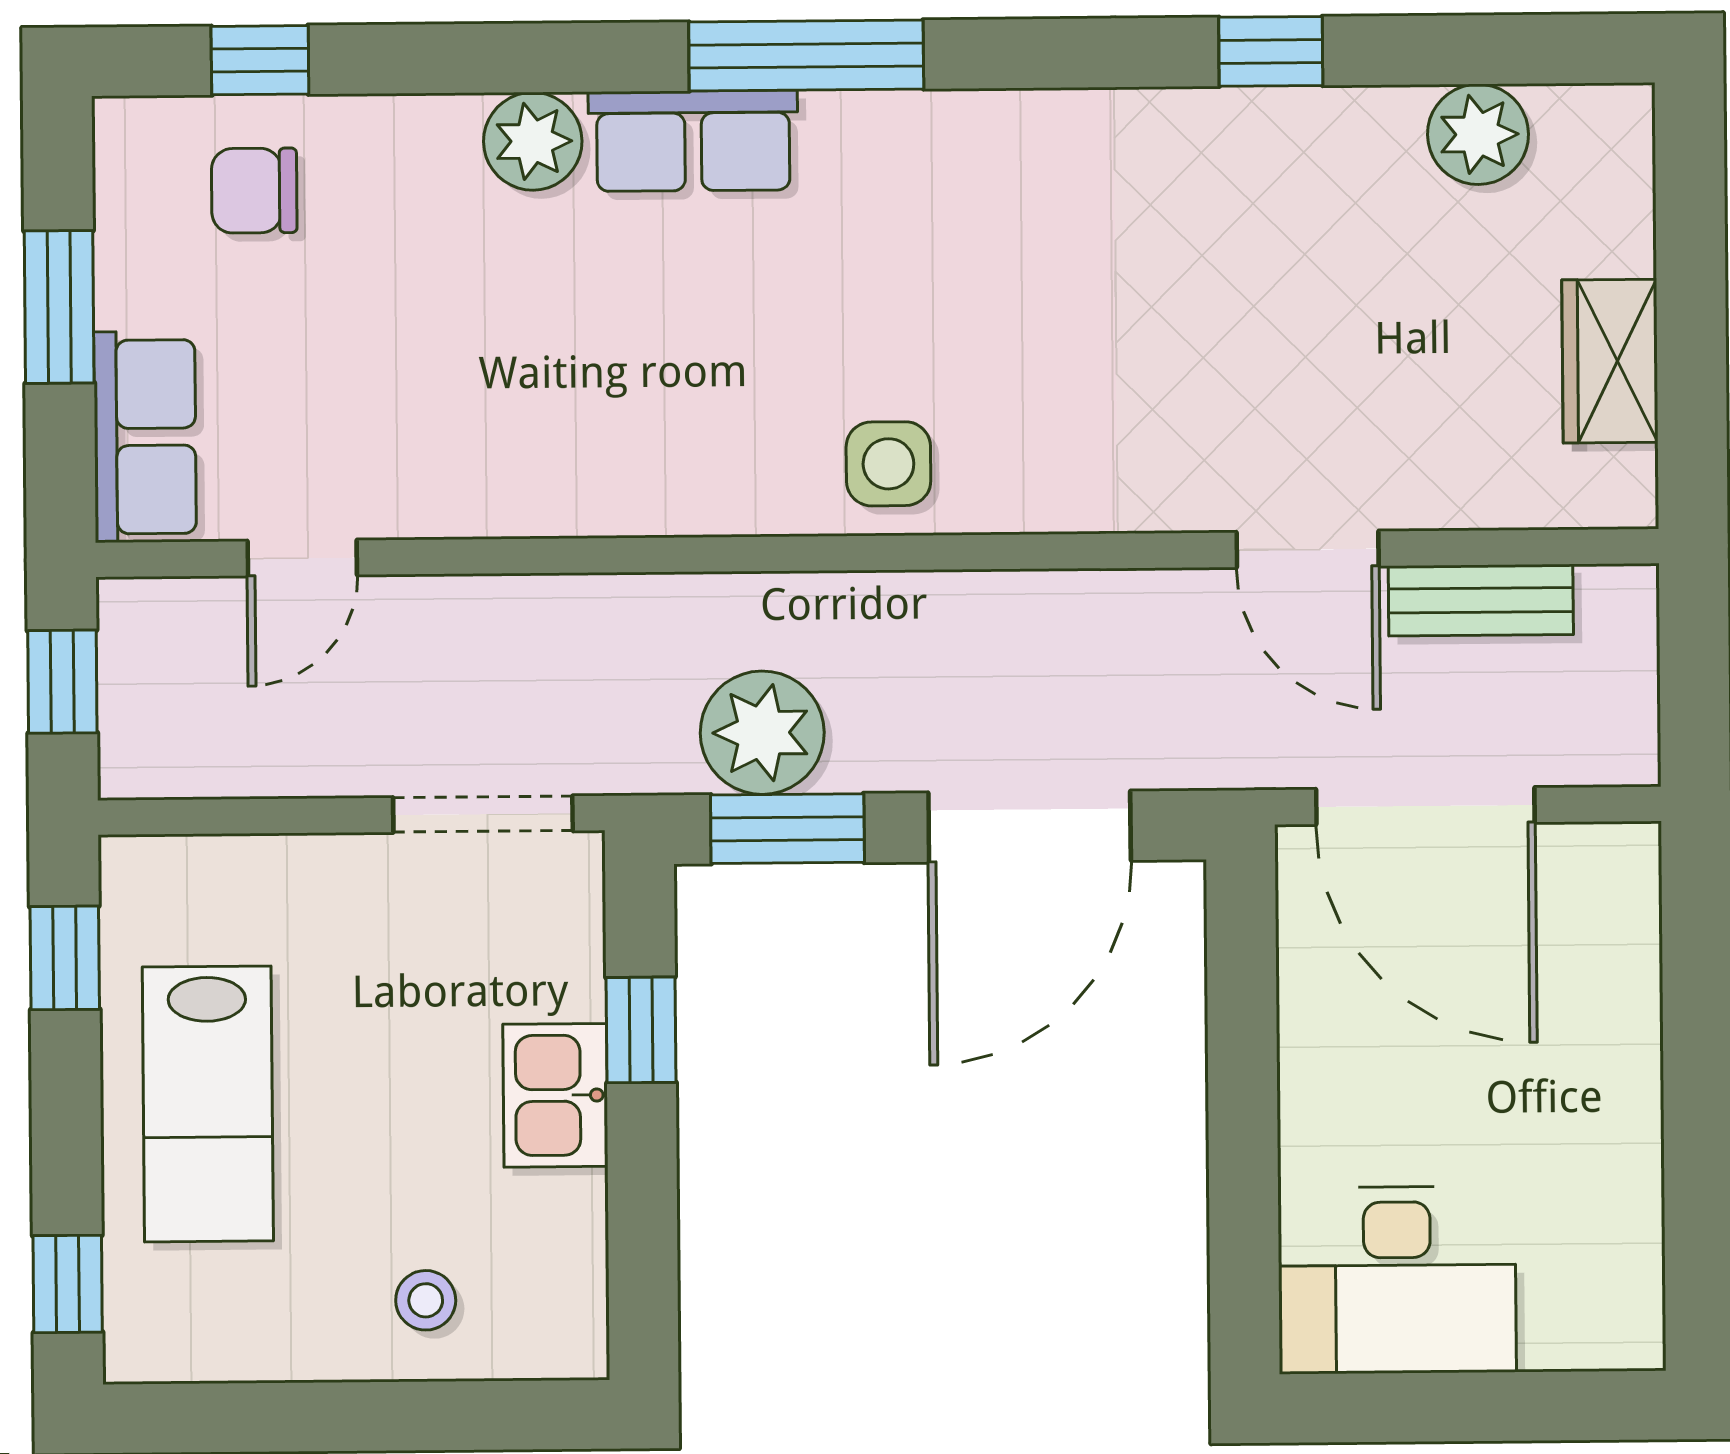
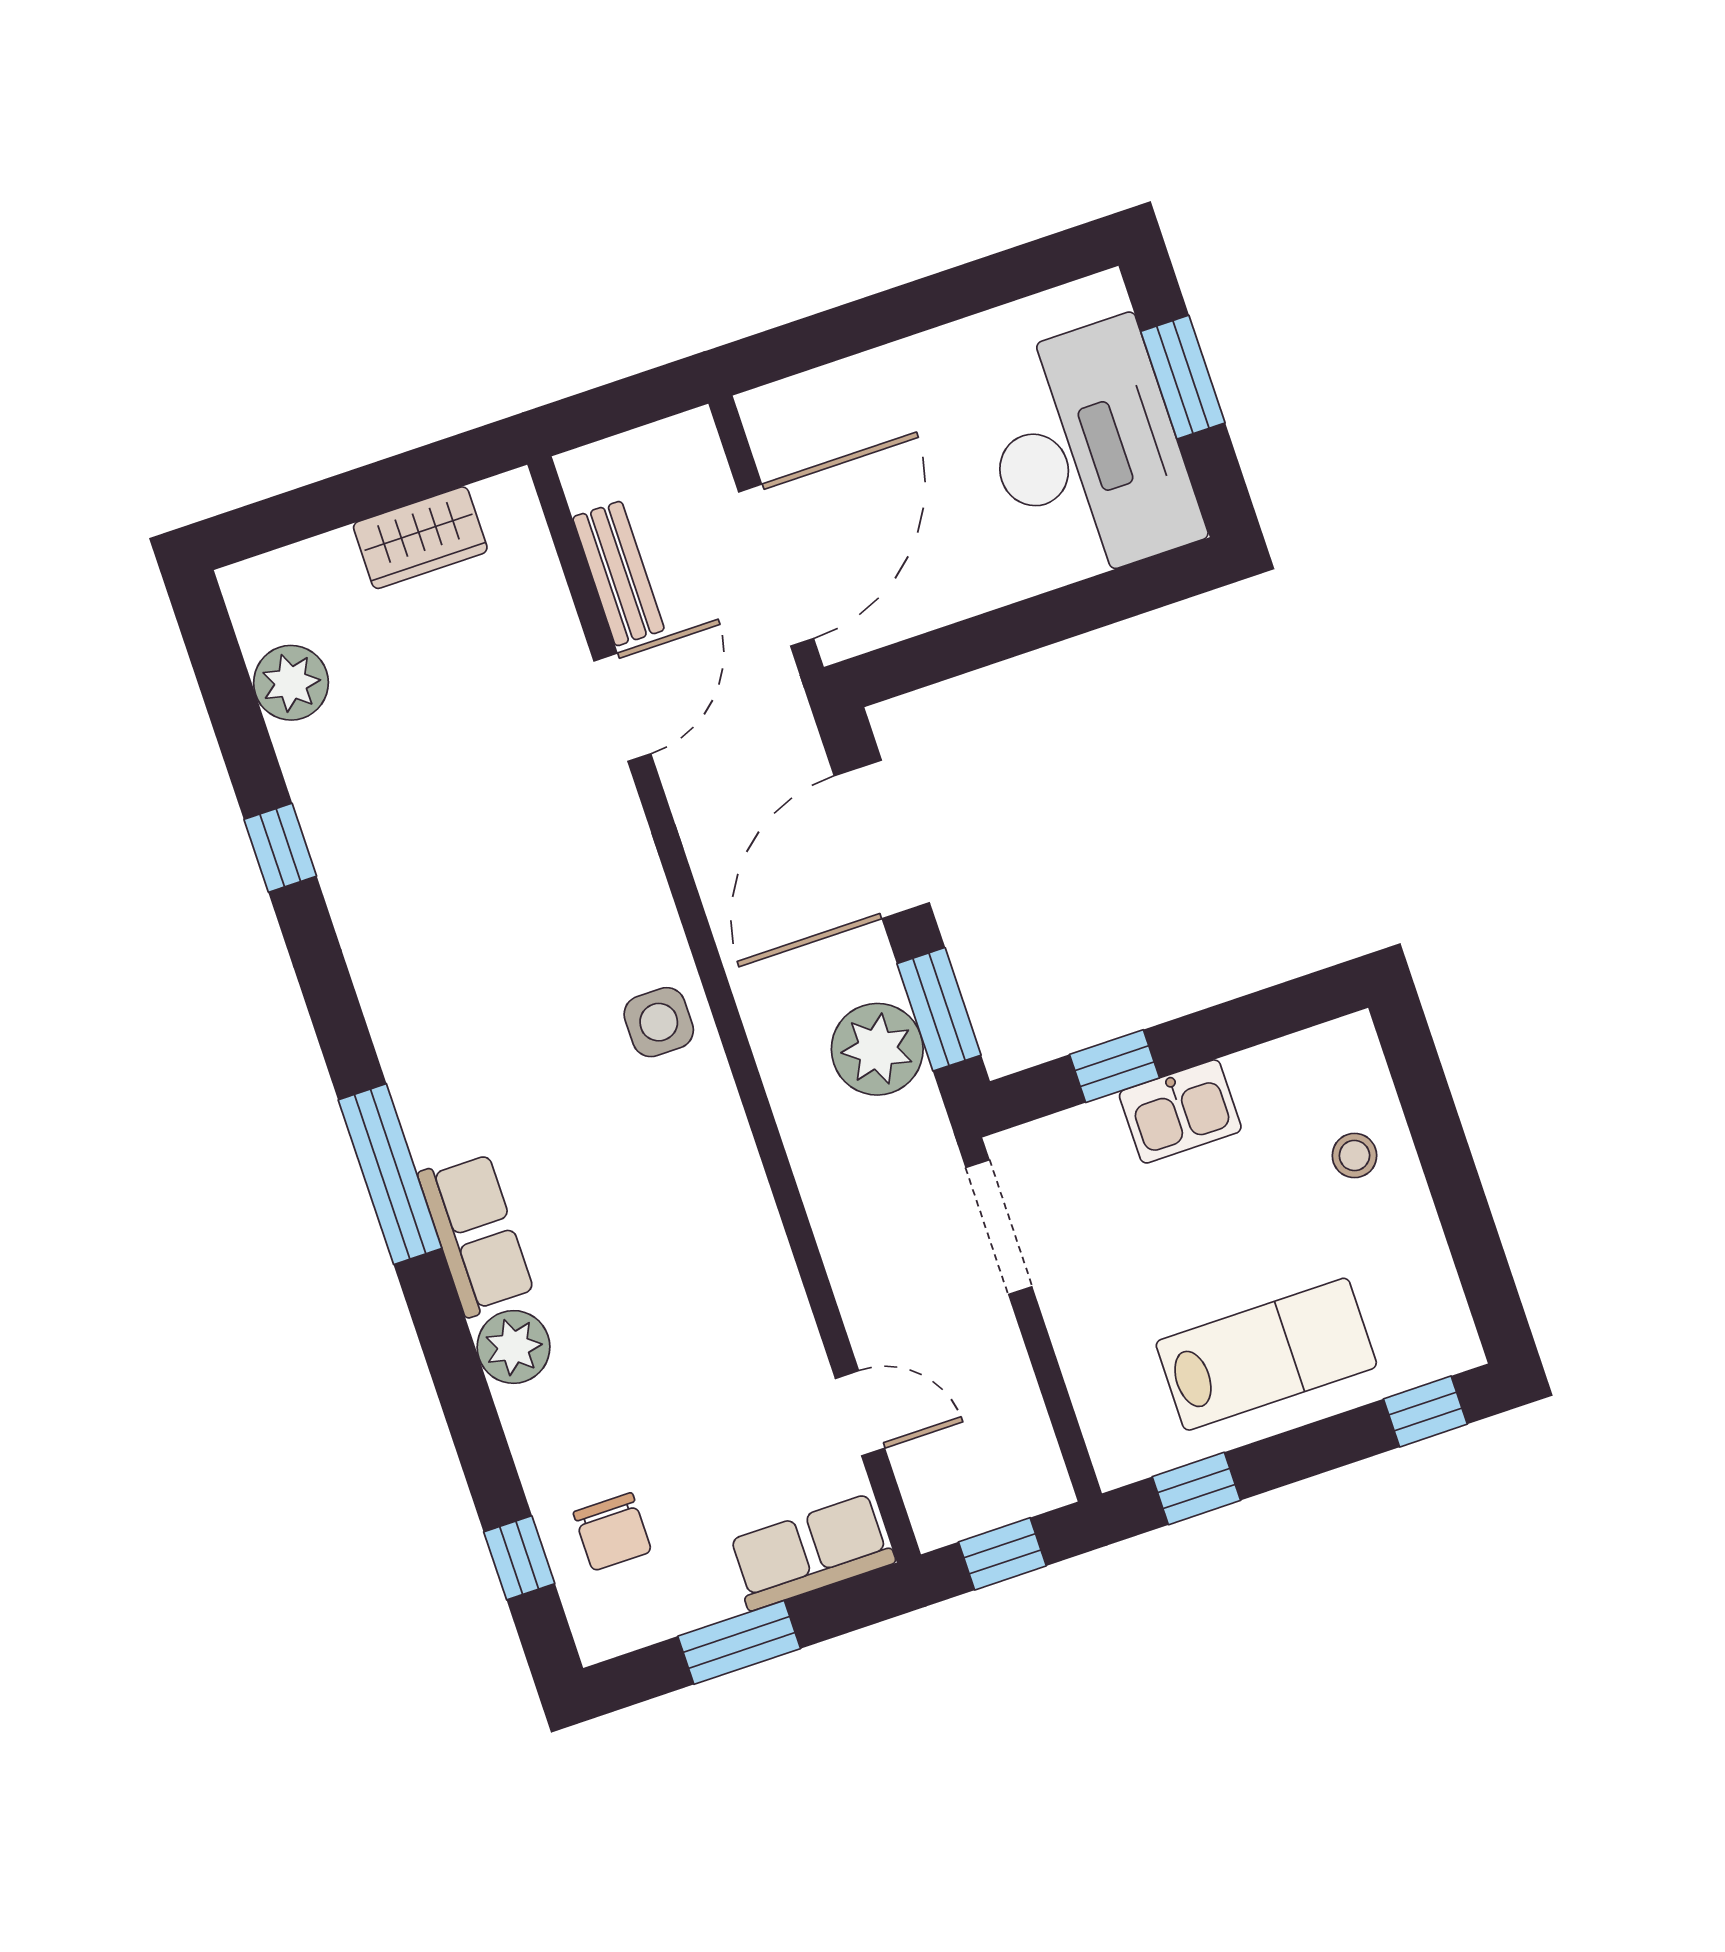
door: (1030, 827) -> (882, 839), swing flipped
desk: (1397, 1280) -> (1087, 452), width x1.36, depth x1.30
window: (1496, 1407) -> (1183, 377), added

